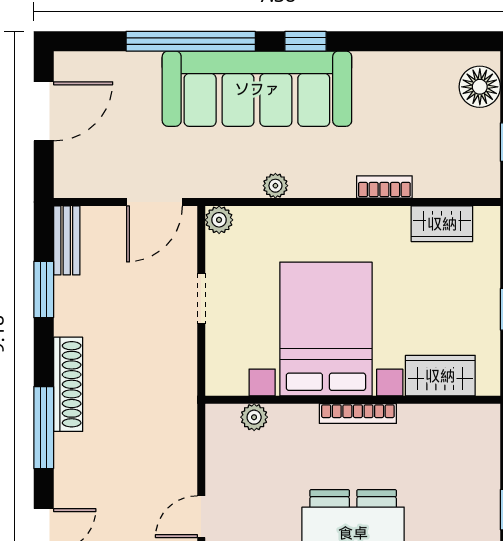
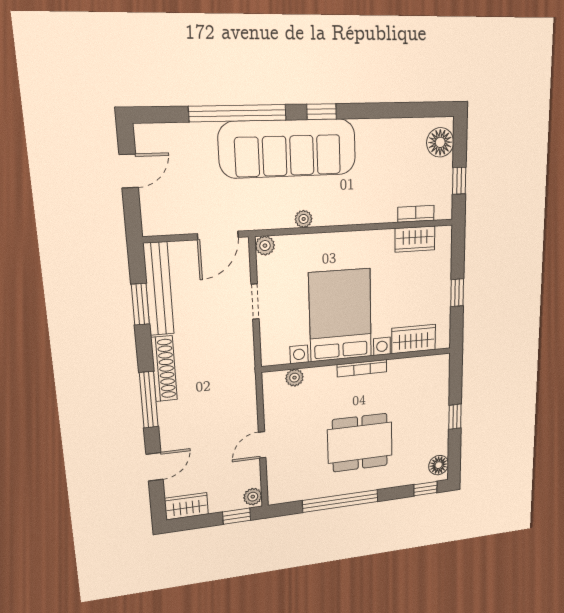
door: (44, 111) -> (129, 171), width x0.73
bookcase: (384, 187) -> (416, 214), moved
bench: (67, 240) -> (159, 289), width x1.86, depth x1.21

